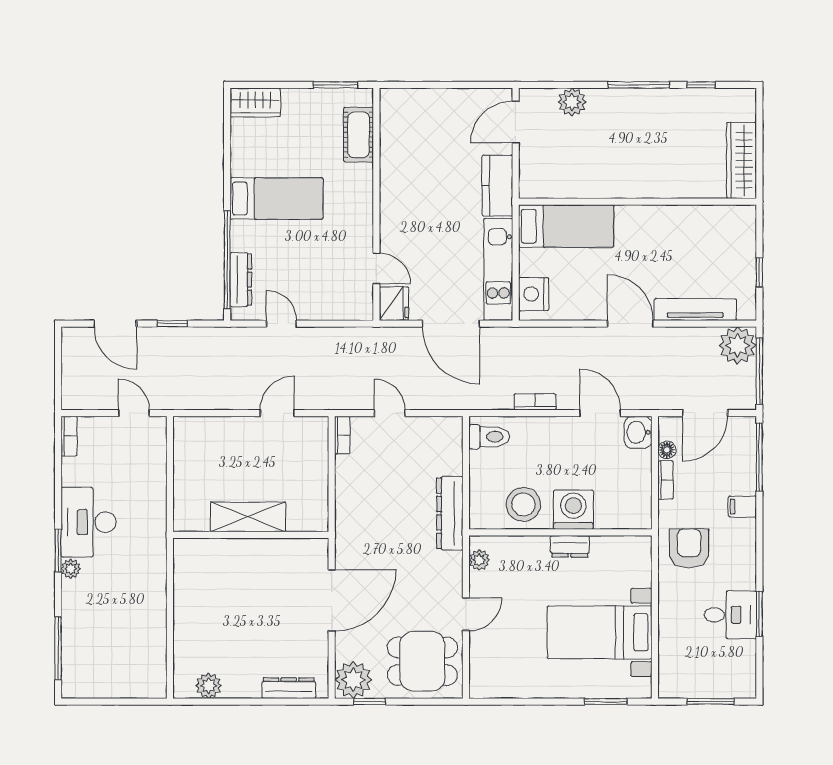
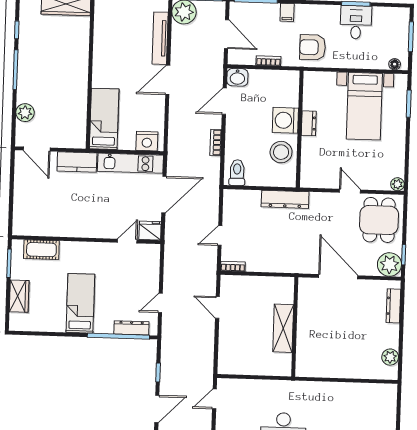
wardrobe: (255, 102) -> (19, 296), moved
floor lamp: (667, 450) -> (395, 64), moved
plant: (479, 560) -> (397, 184), moved

